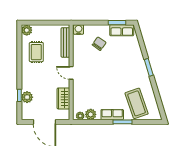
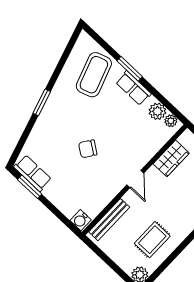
chair: (99, 44) -> (88, 149), moved

